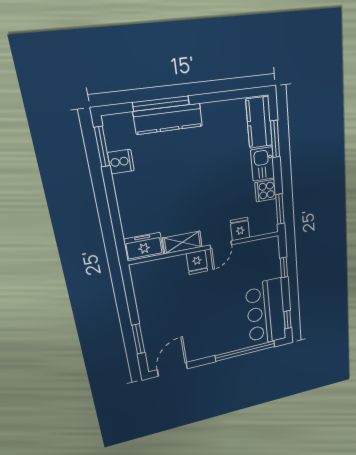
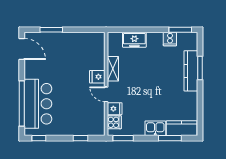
window: (161, 104) -> (200, 68), width x0.69
cooker: (265, 191) -> (114, 122), moved, turned 90
freezer: (144, 247) -> (134, 40), moved, turned 90
bar counter: (266, 312) -> (38, 104), moved, turned 90

